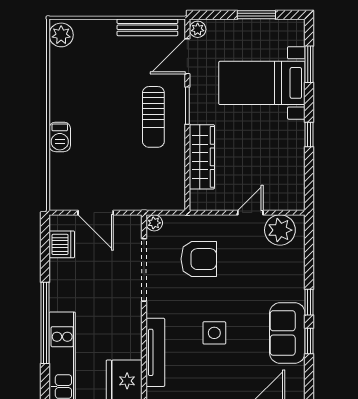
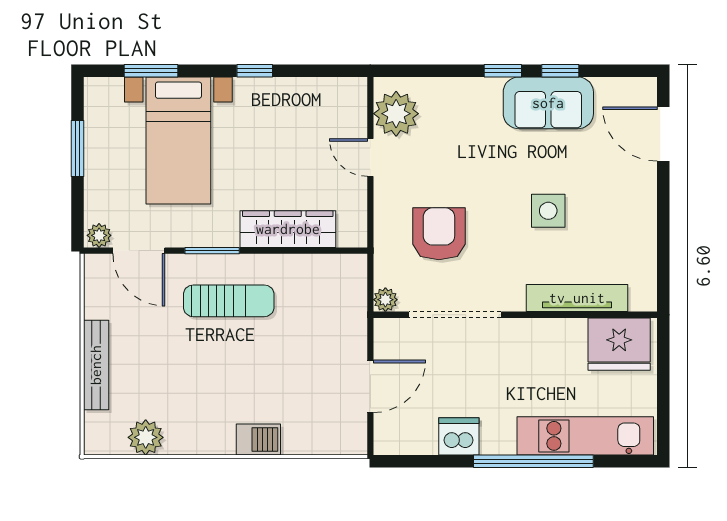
bench: (147, 27) -> (96, 365), moved
plant: (61, 35) -> (146, 437), moved
dishwasher: (62, 244) -> (459, 436), moved

